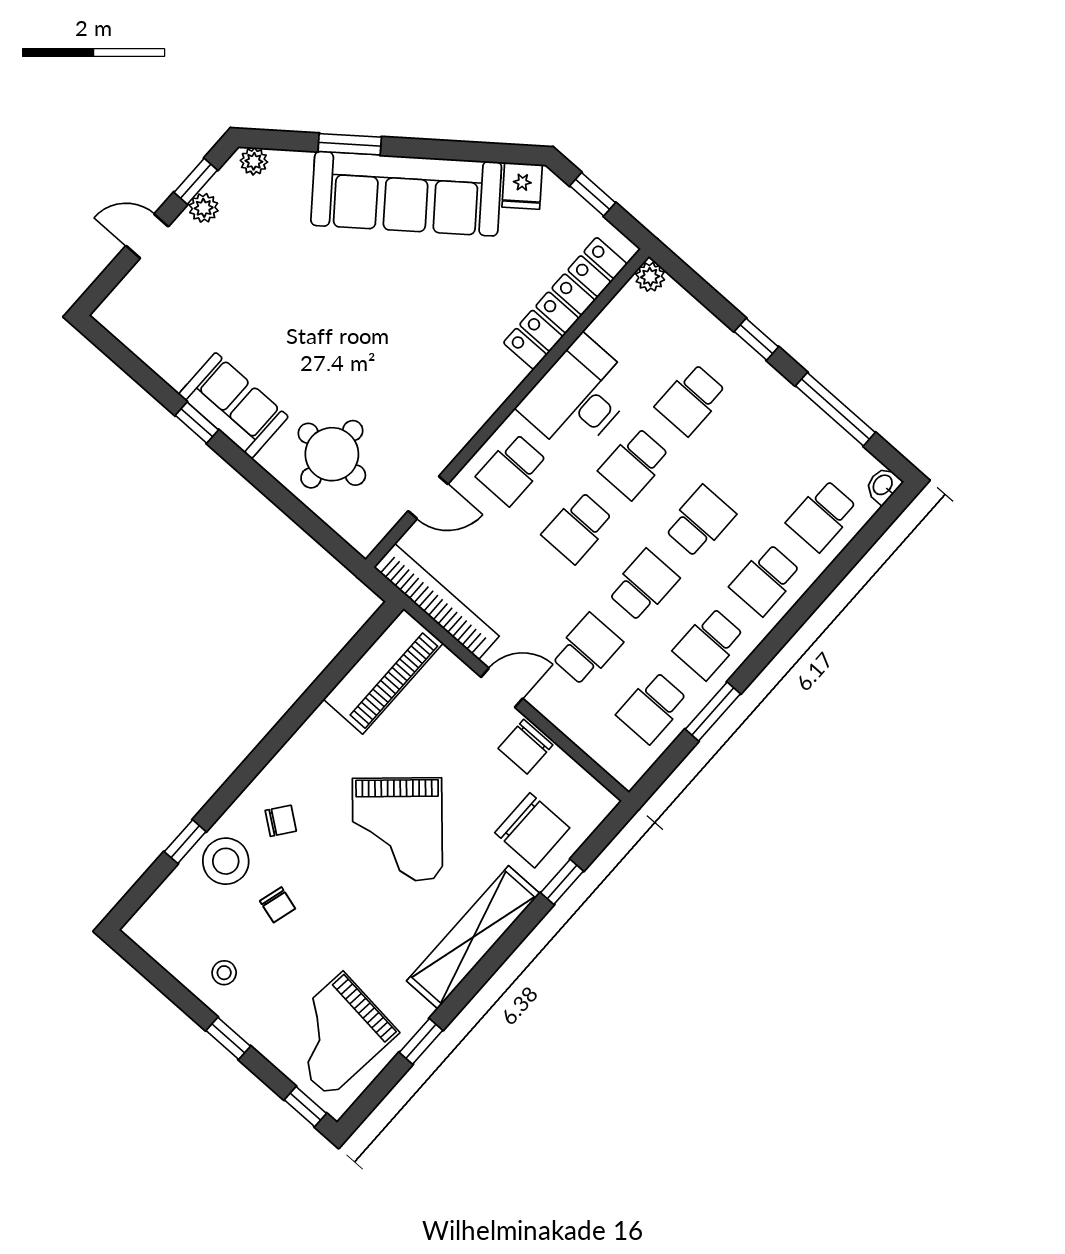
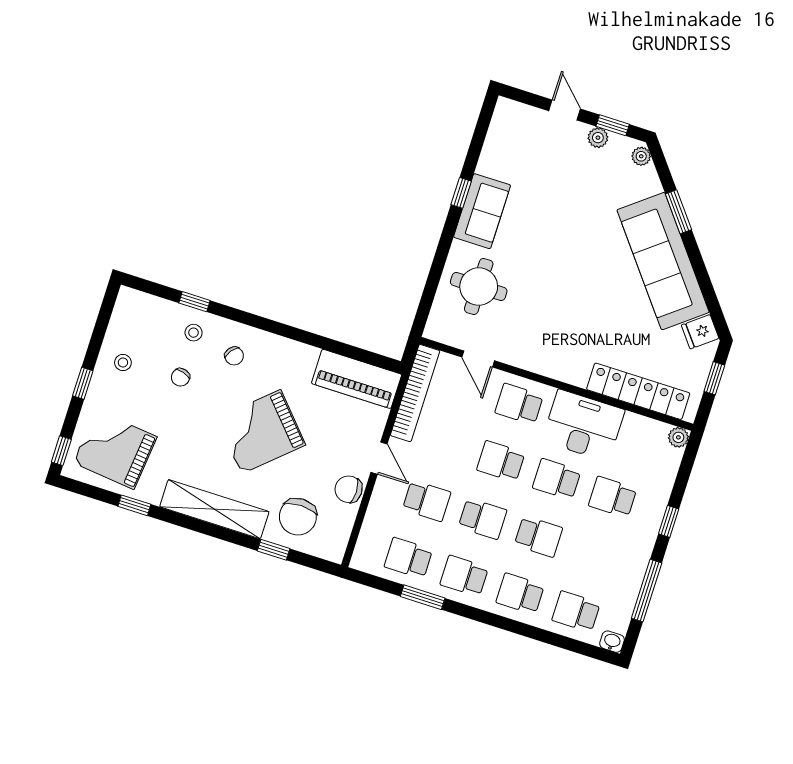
stool: (226, 861) -> (194, 333), width x0.53, depth x0.53

